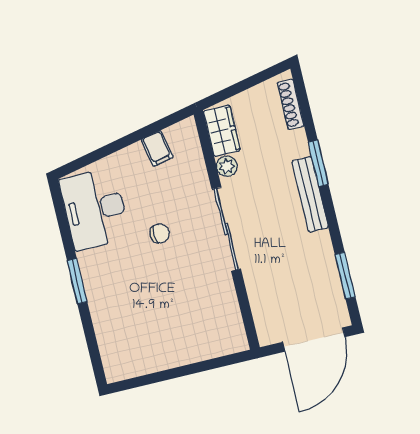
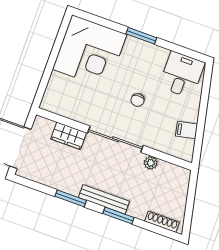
wardrobe: (222, 131) -> (69, 136), moved
desk: (95, 209) -> (182, 75), width x0.73
window: (345, 276) -> (71, 198), moved
corner desk: (139, 332) -> (90, 52), added

